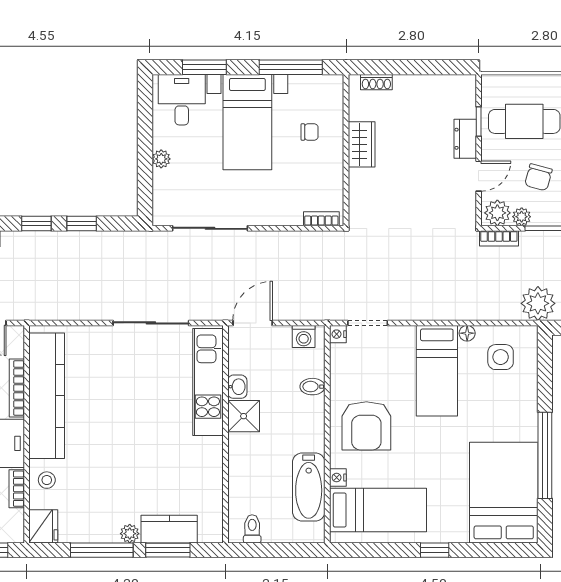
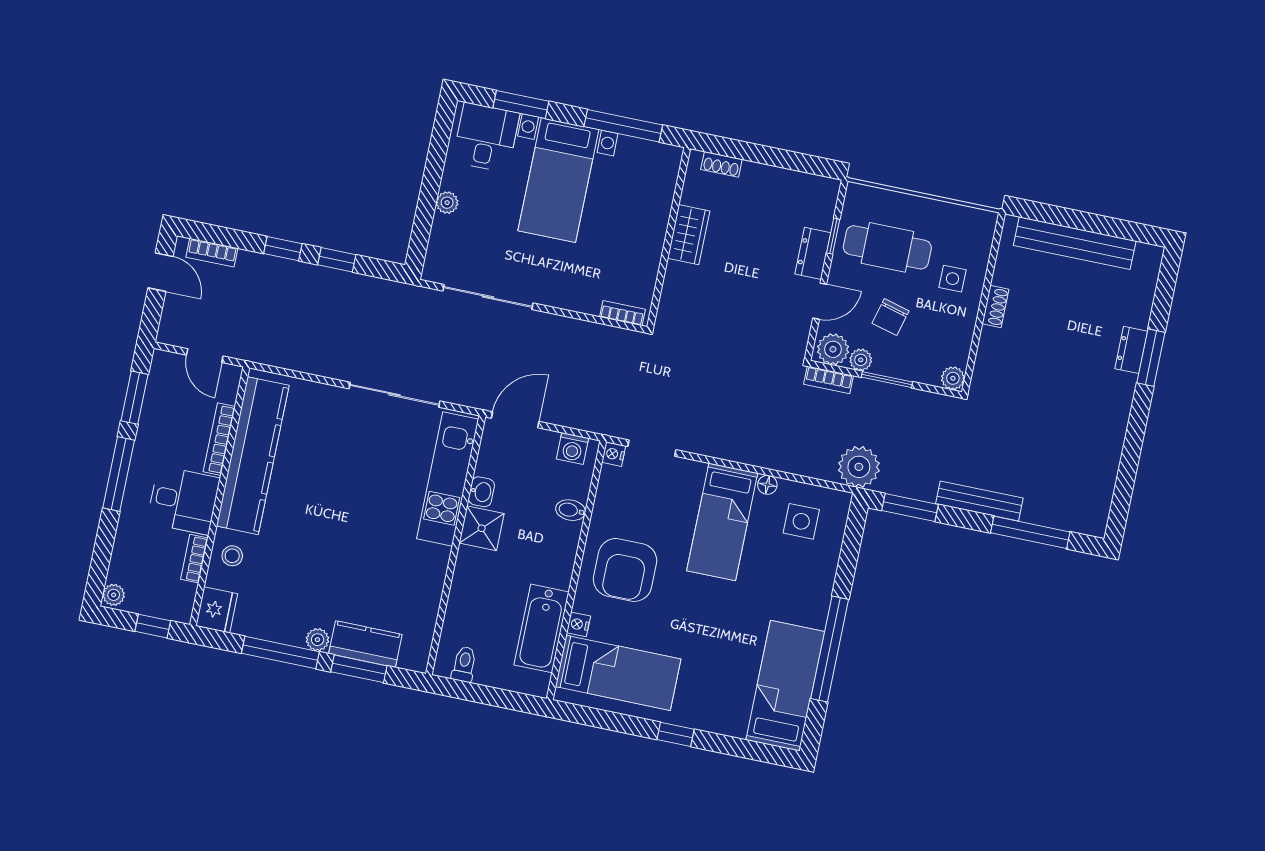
chair: (310, 132) -> (630, 207), removed
bed: (504, 493) -> (785, 686), width x0.67

